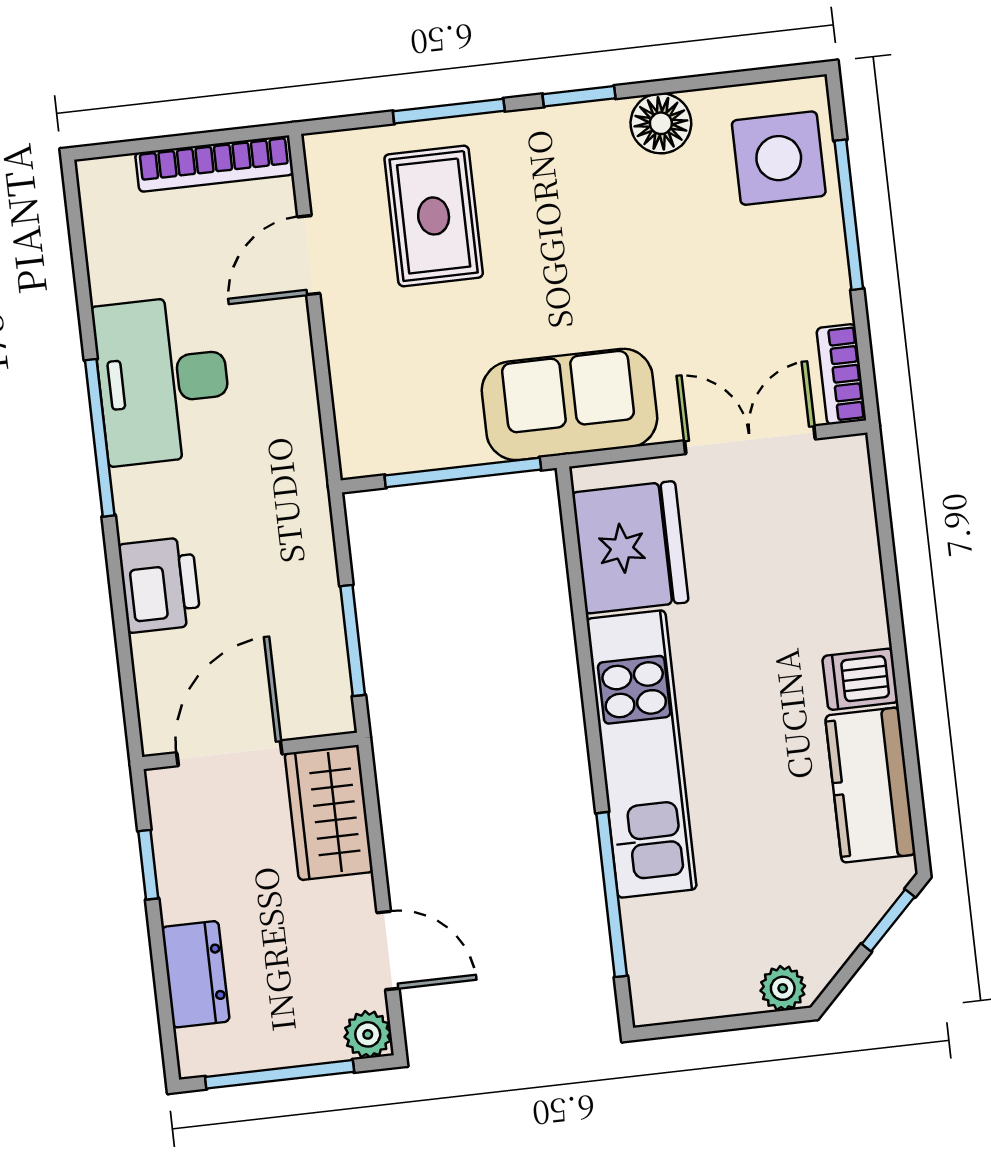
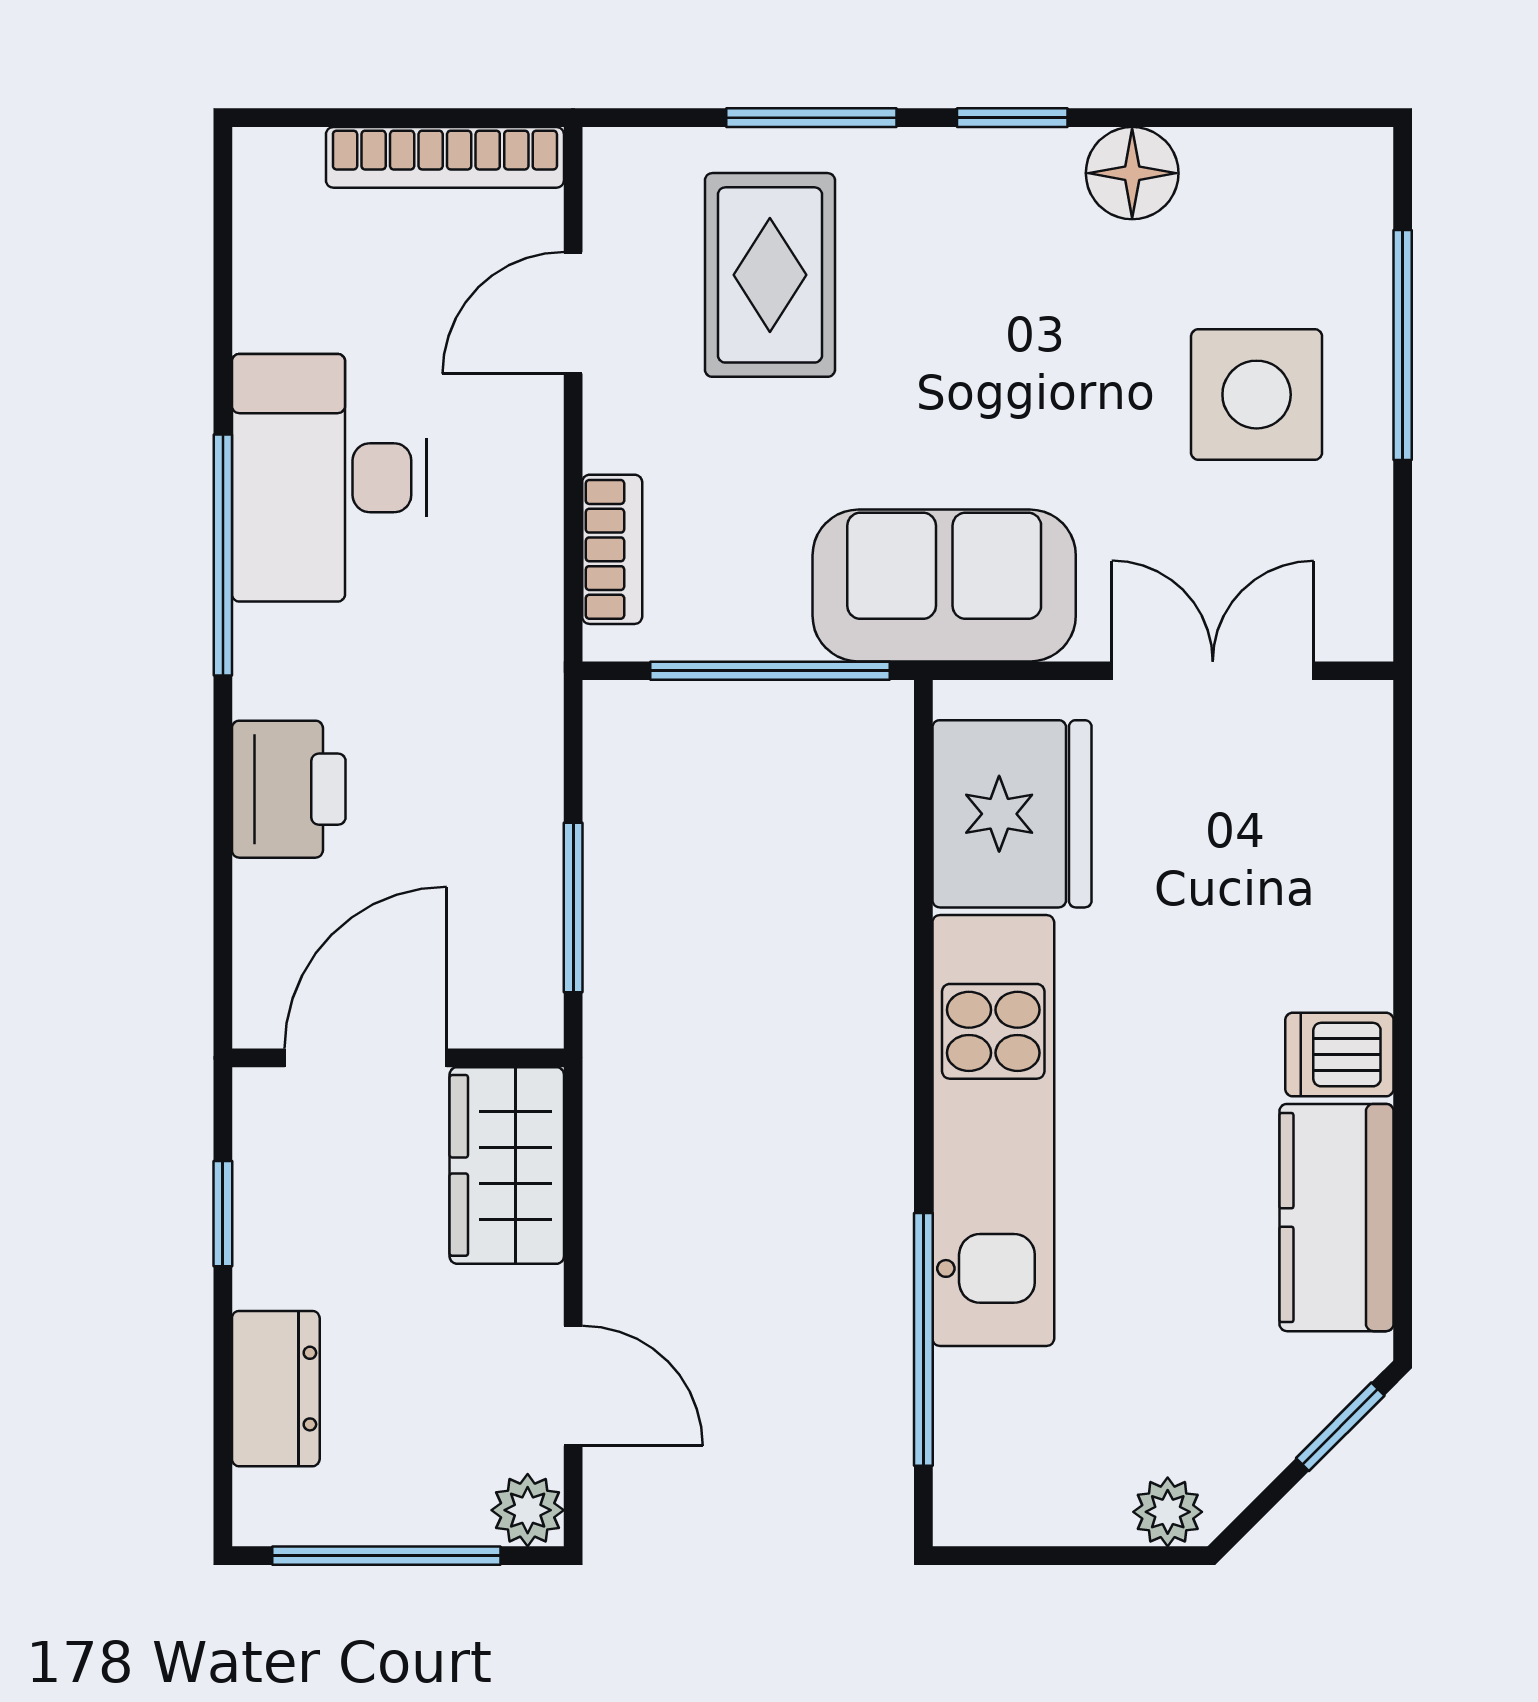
side table: (779, 158) -> (1257, 395), moved
bookcase: (841, 374) -> (612, 549), moved, turned 180

